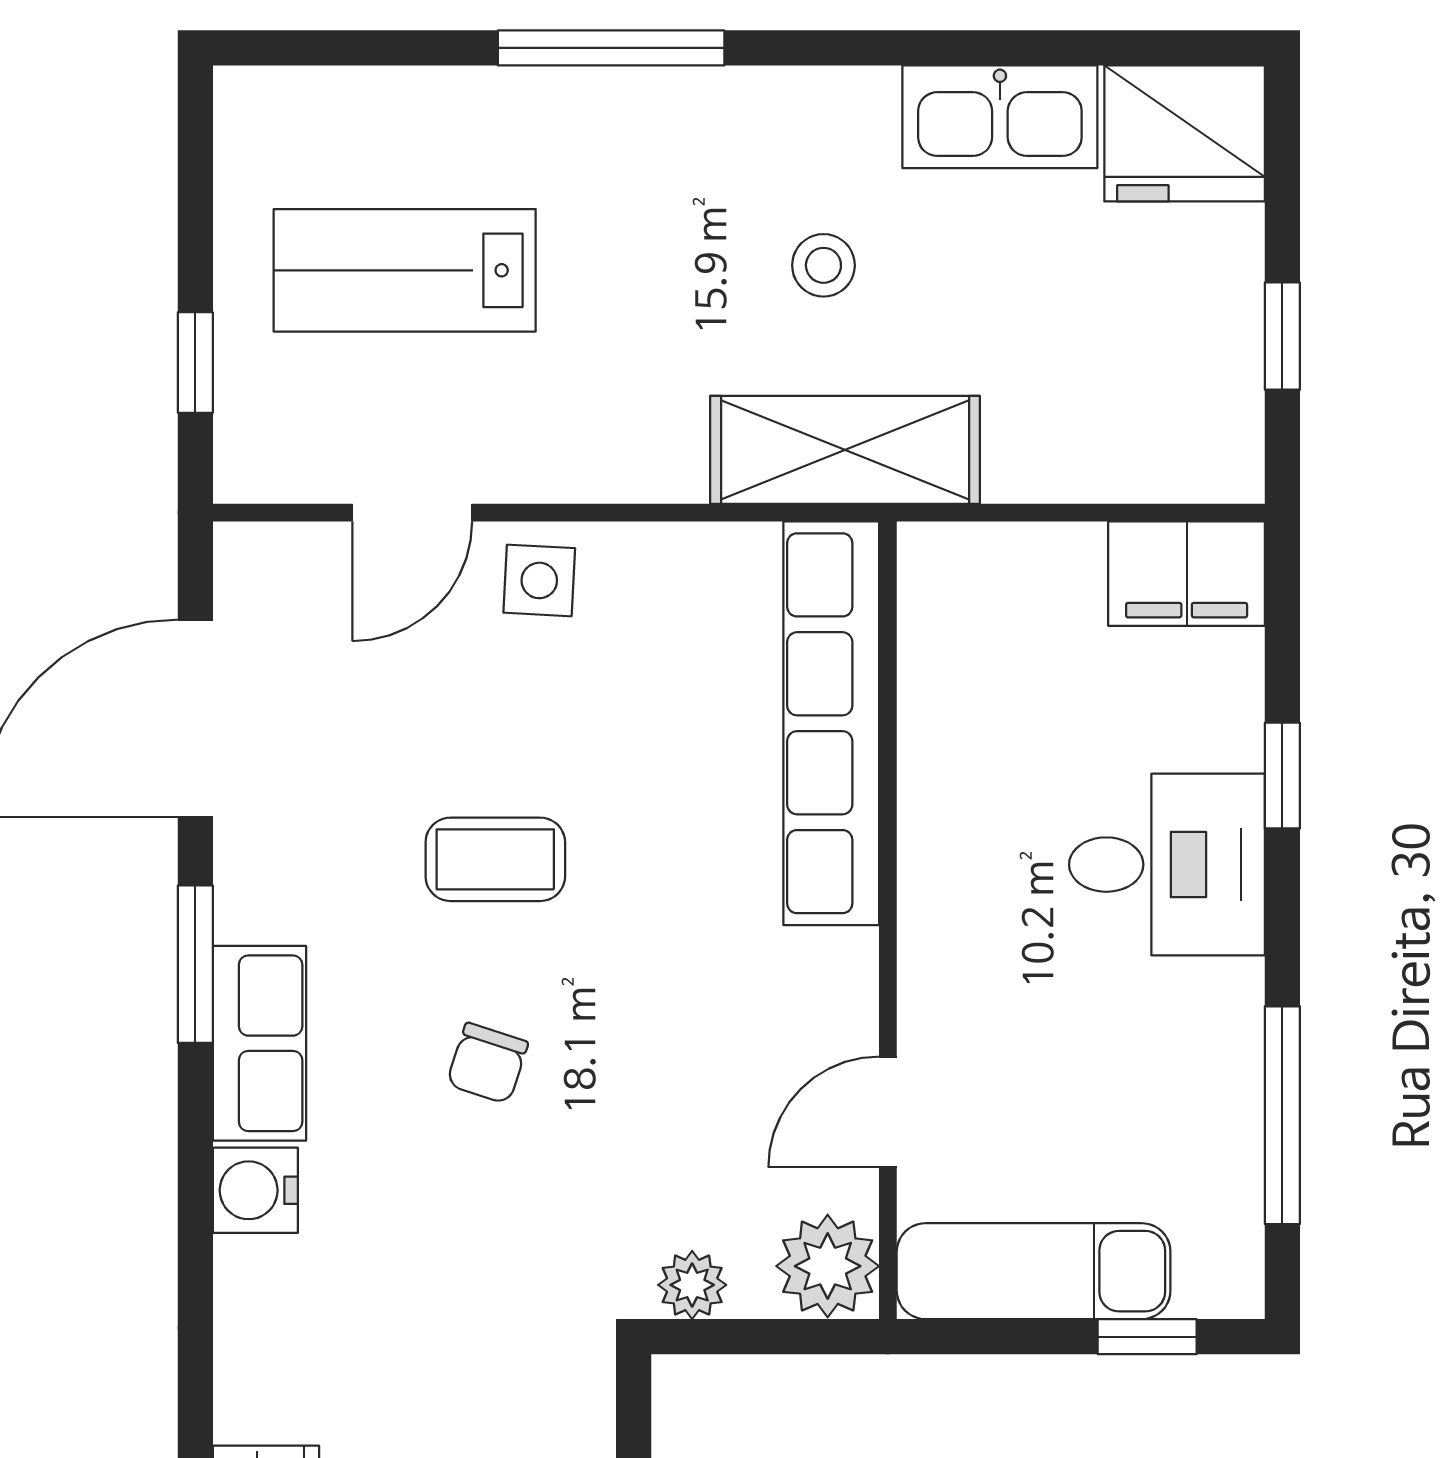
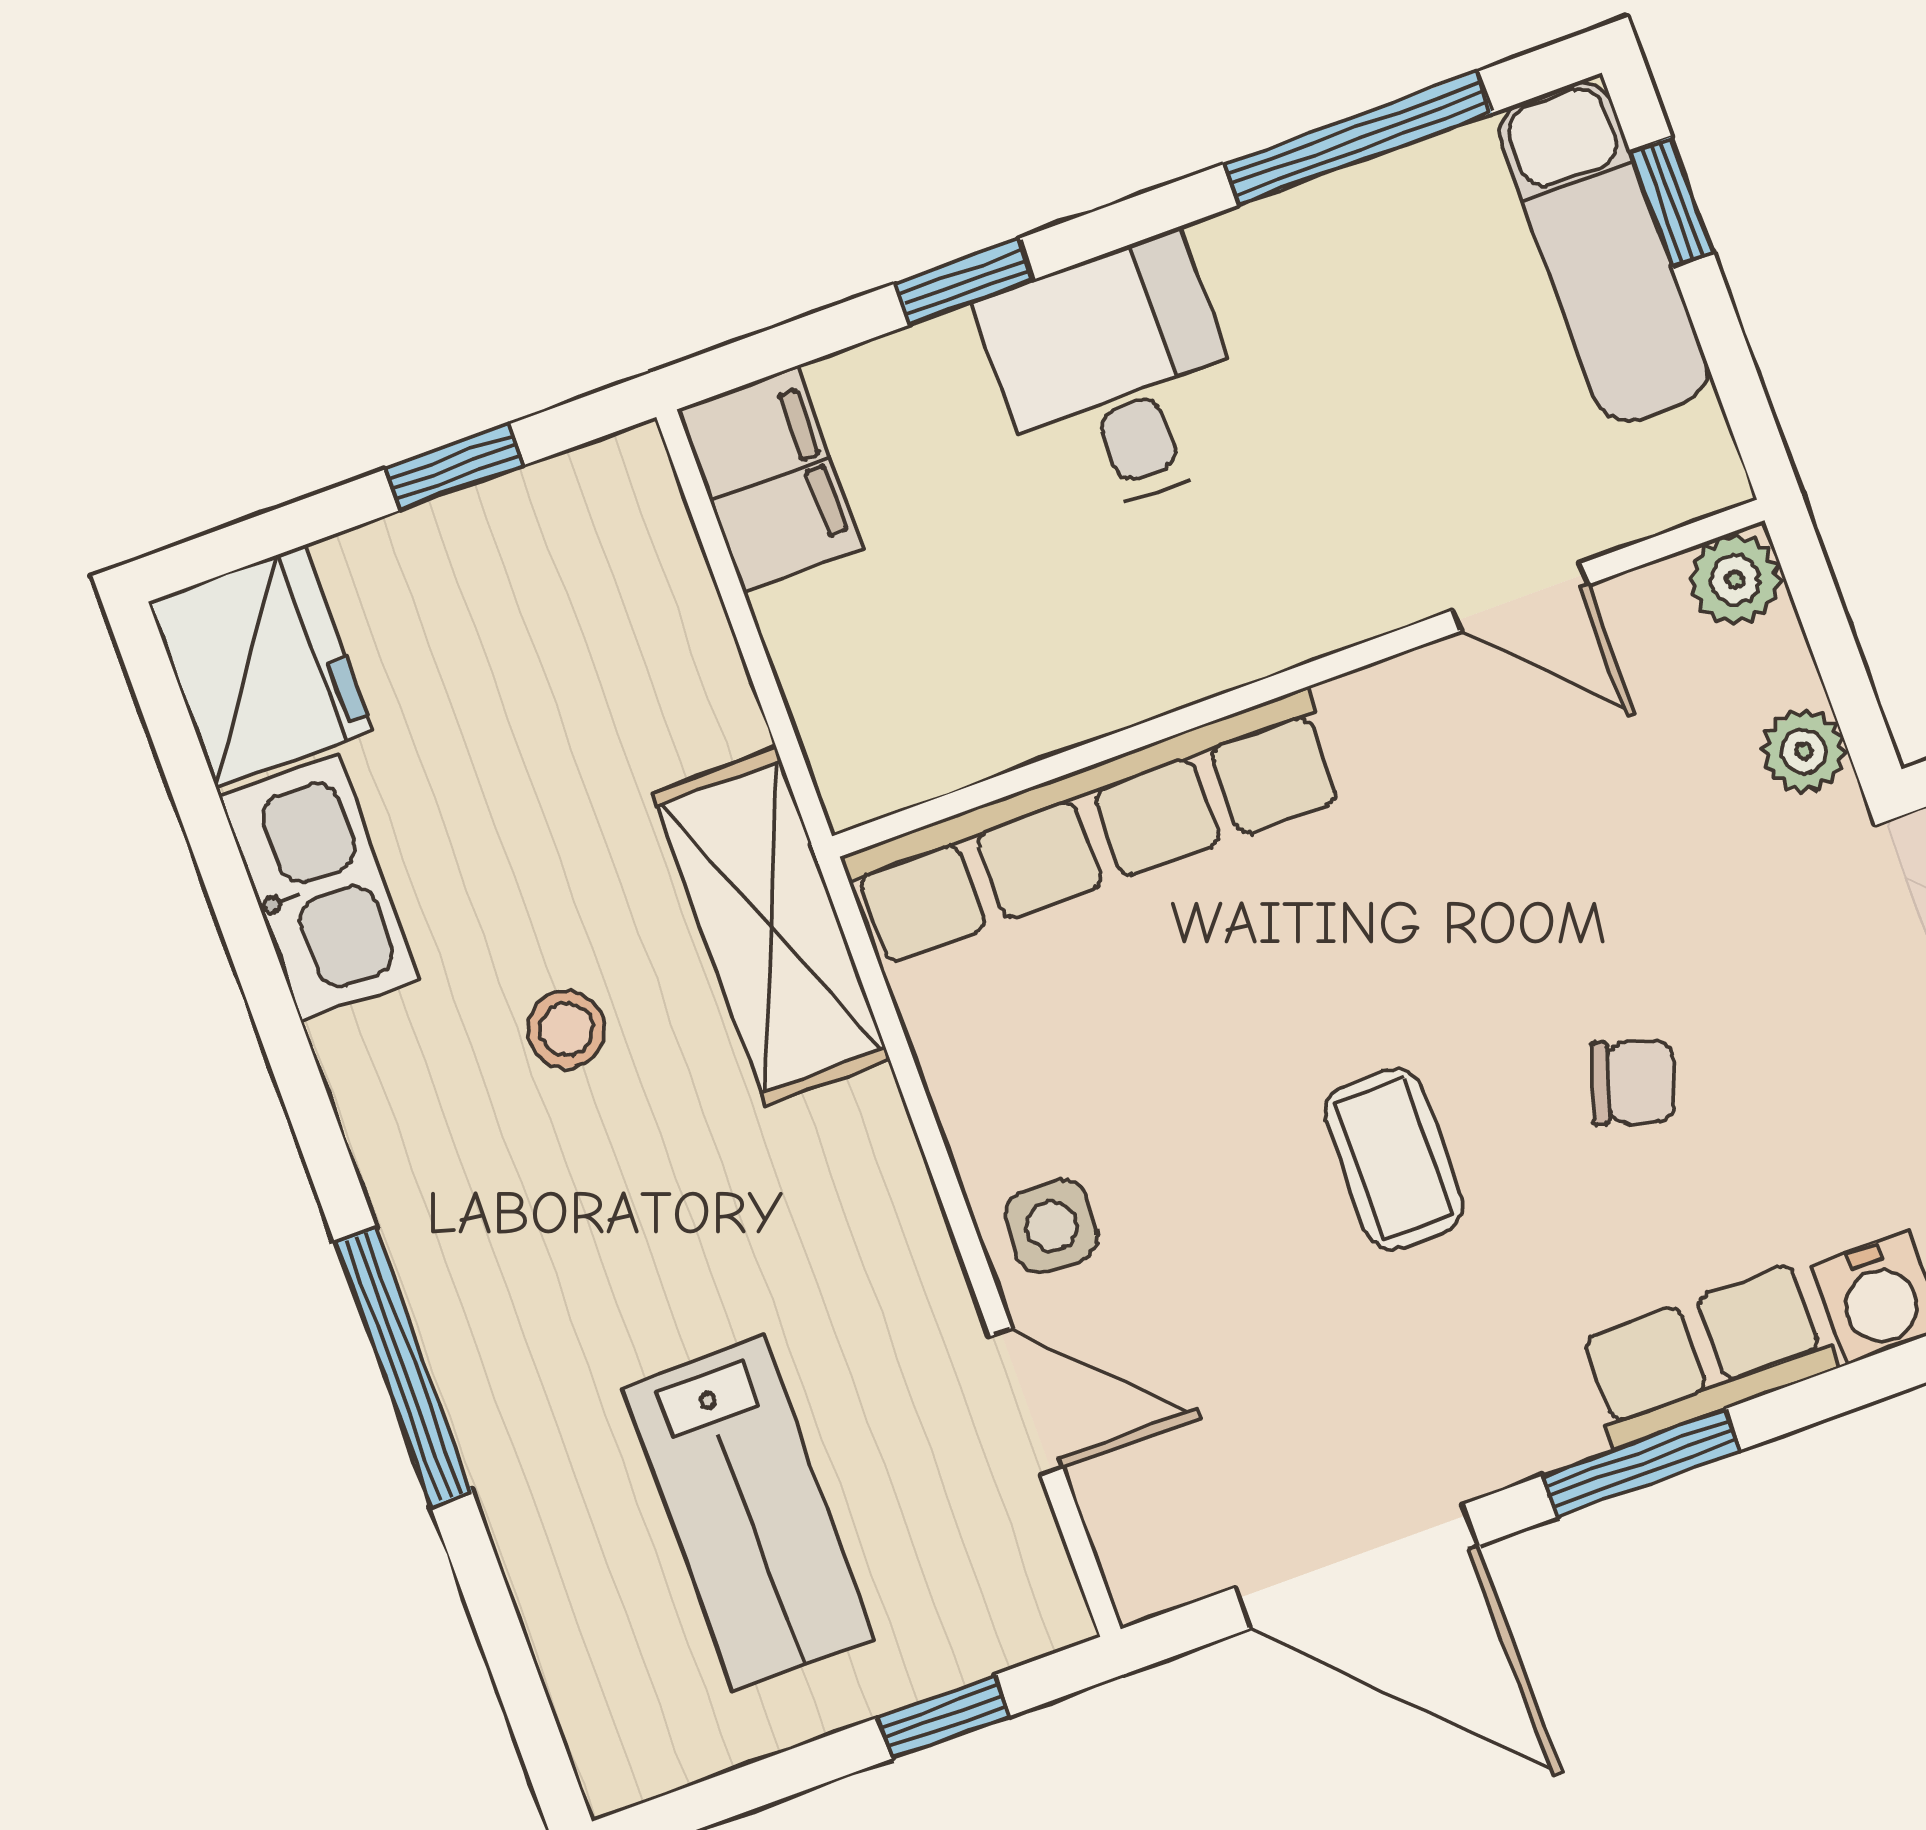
plant: (828, 1266) -> (1735, 580), width x0.73, depth x0.73
exam couch: (1034, 1271) -> (1604, 252), moved

